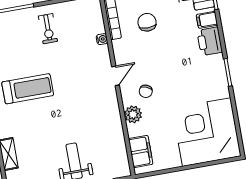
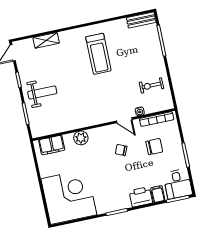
exercise bike: (48, 29) -> (151, 85), moved
door: (115, 76) -> (124, 120), moved
chair: (146, 91) -> (121, 150), moved

